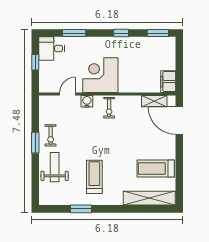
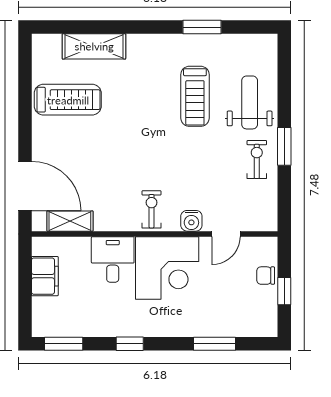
desk: (52, 48) -> (113, 259), moved, turned -90
chair: (46, 71) -> (266, 276), added
filing cabinet: (168, 82) -> (45, 276), moved
weight bench: (55, 167) -> (250, 102), turned 180
treadmill: (94, 177) -> (195, 96), moved
shelving: (149, 198) -> (94, 46), width x0.68

